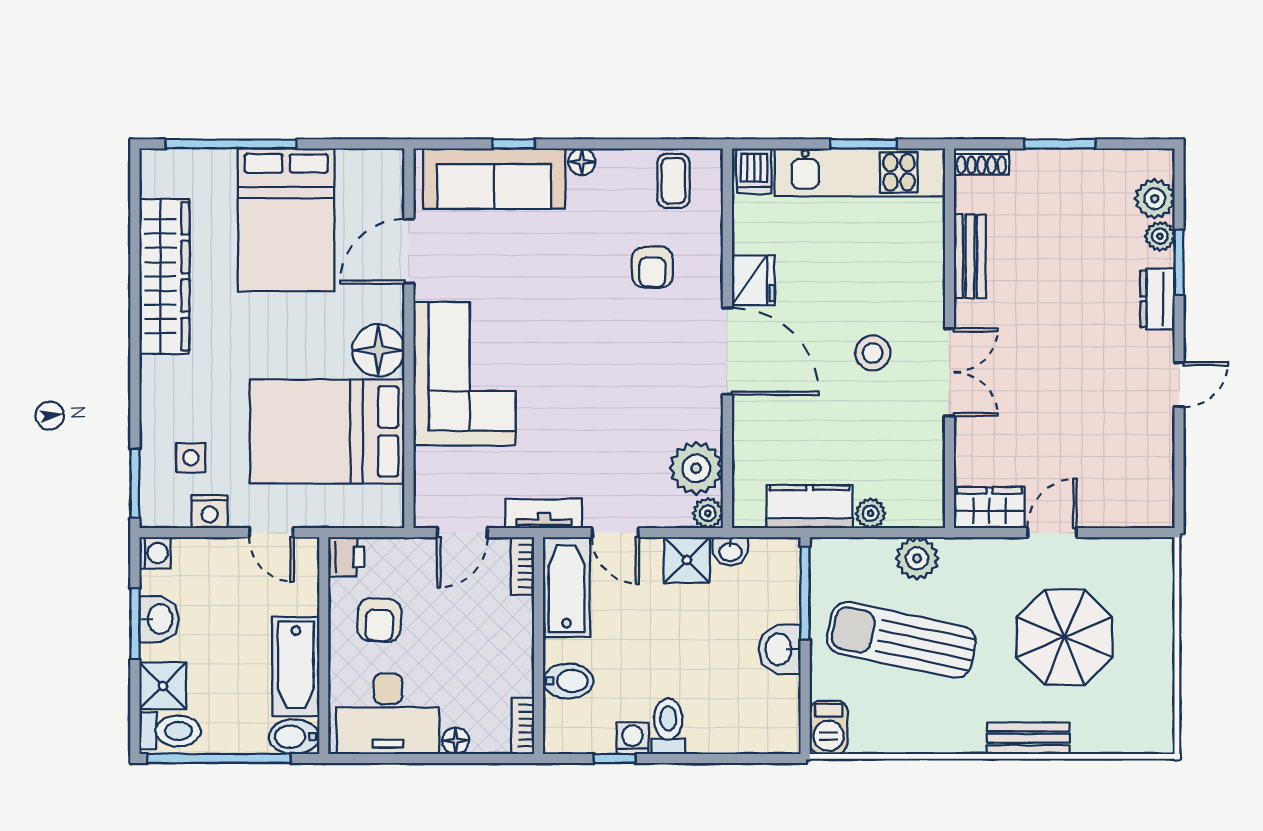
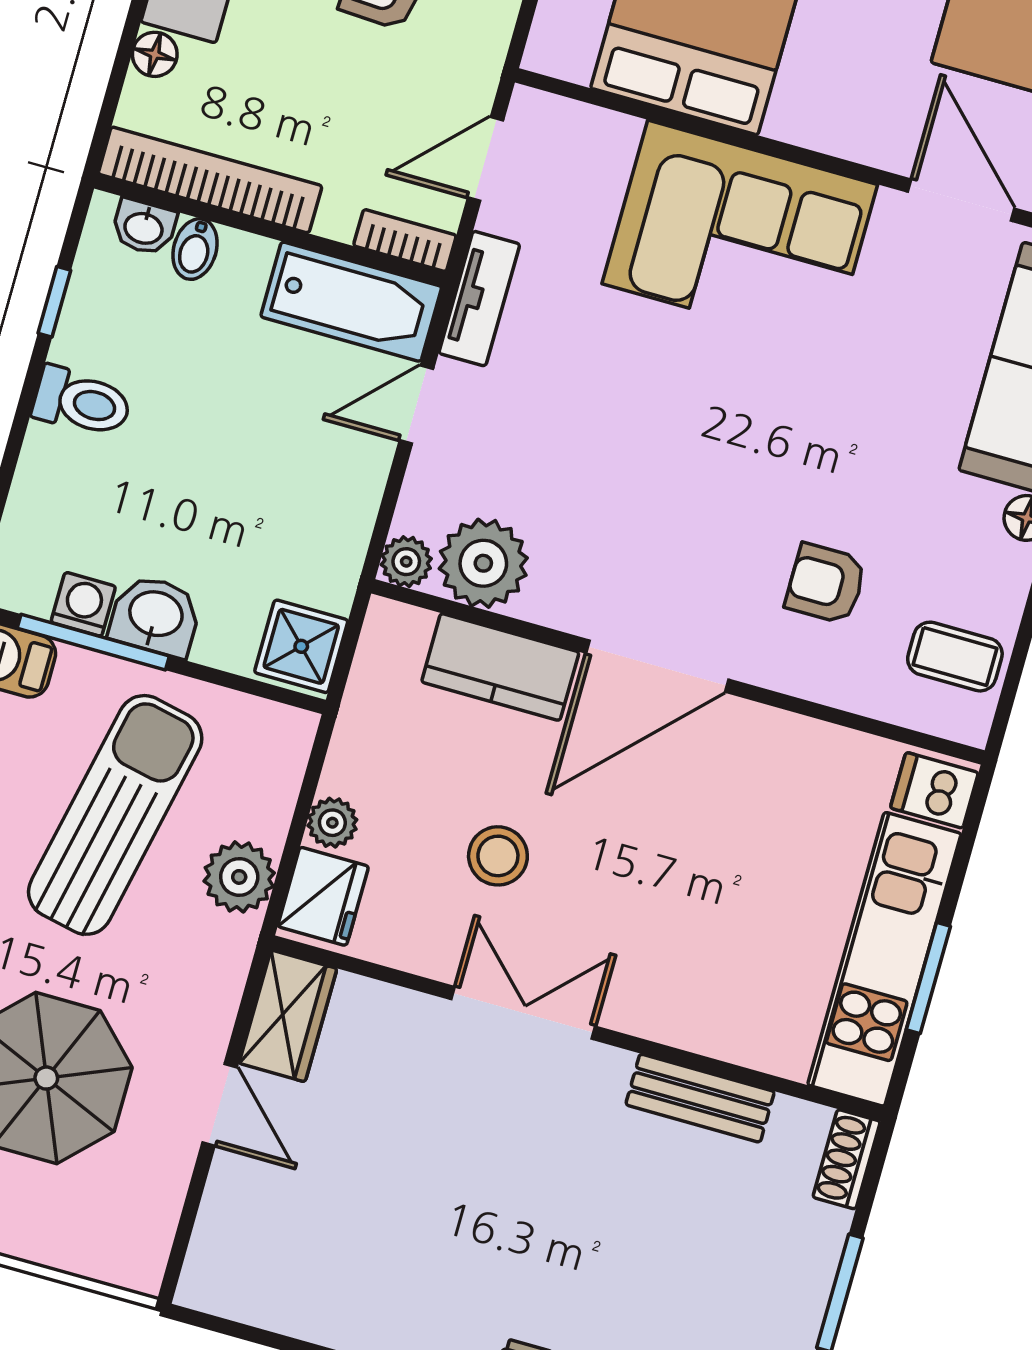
fridge: (753, 280) -> (323, 896), moved, turned -90
floor lamp: (378, 350) -> (816, 107), removed
stool: (873, 353) -> (498, 856), moved
double door: (949, 372) -> (523, 1013), swing flipped
kitchen counter: (810, 507) -> (500, 667), moved, turned 90
door: (462, 533) -> (486, 159), hinge flipped
washbasin: (730, 551) -> (144, 227), moved, turned -90
shower: (687, 560) -> (301, 646), moved
window: (805, 593) -> (93, 642), moved
bidet: (568, 681) -> (195, 249), width x0.72, depth x0.74
bookcase: (523, 726) -> (210, 180), width x2.31, depth x1.31
washing machine: (633, 738) -> (83, 604), moved, turned -90

